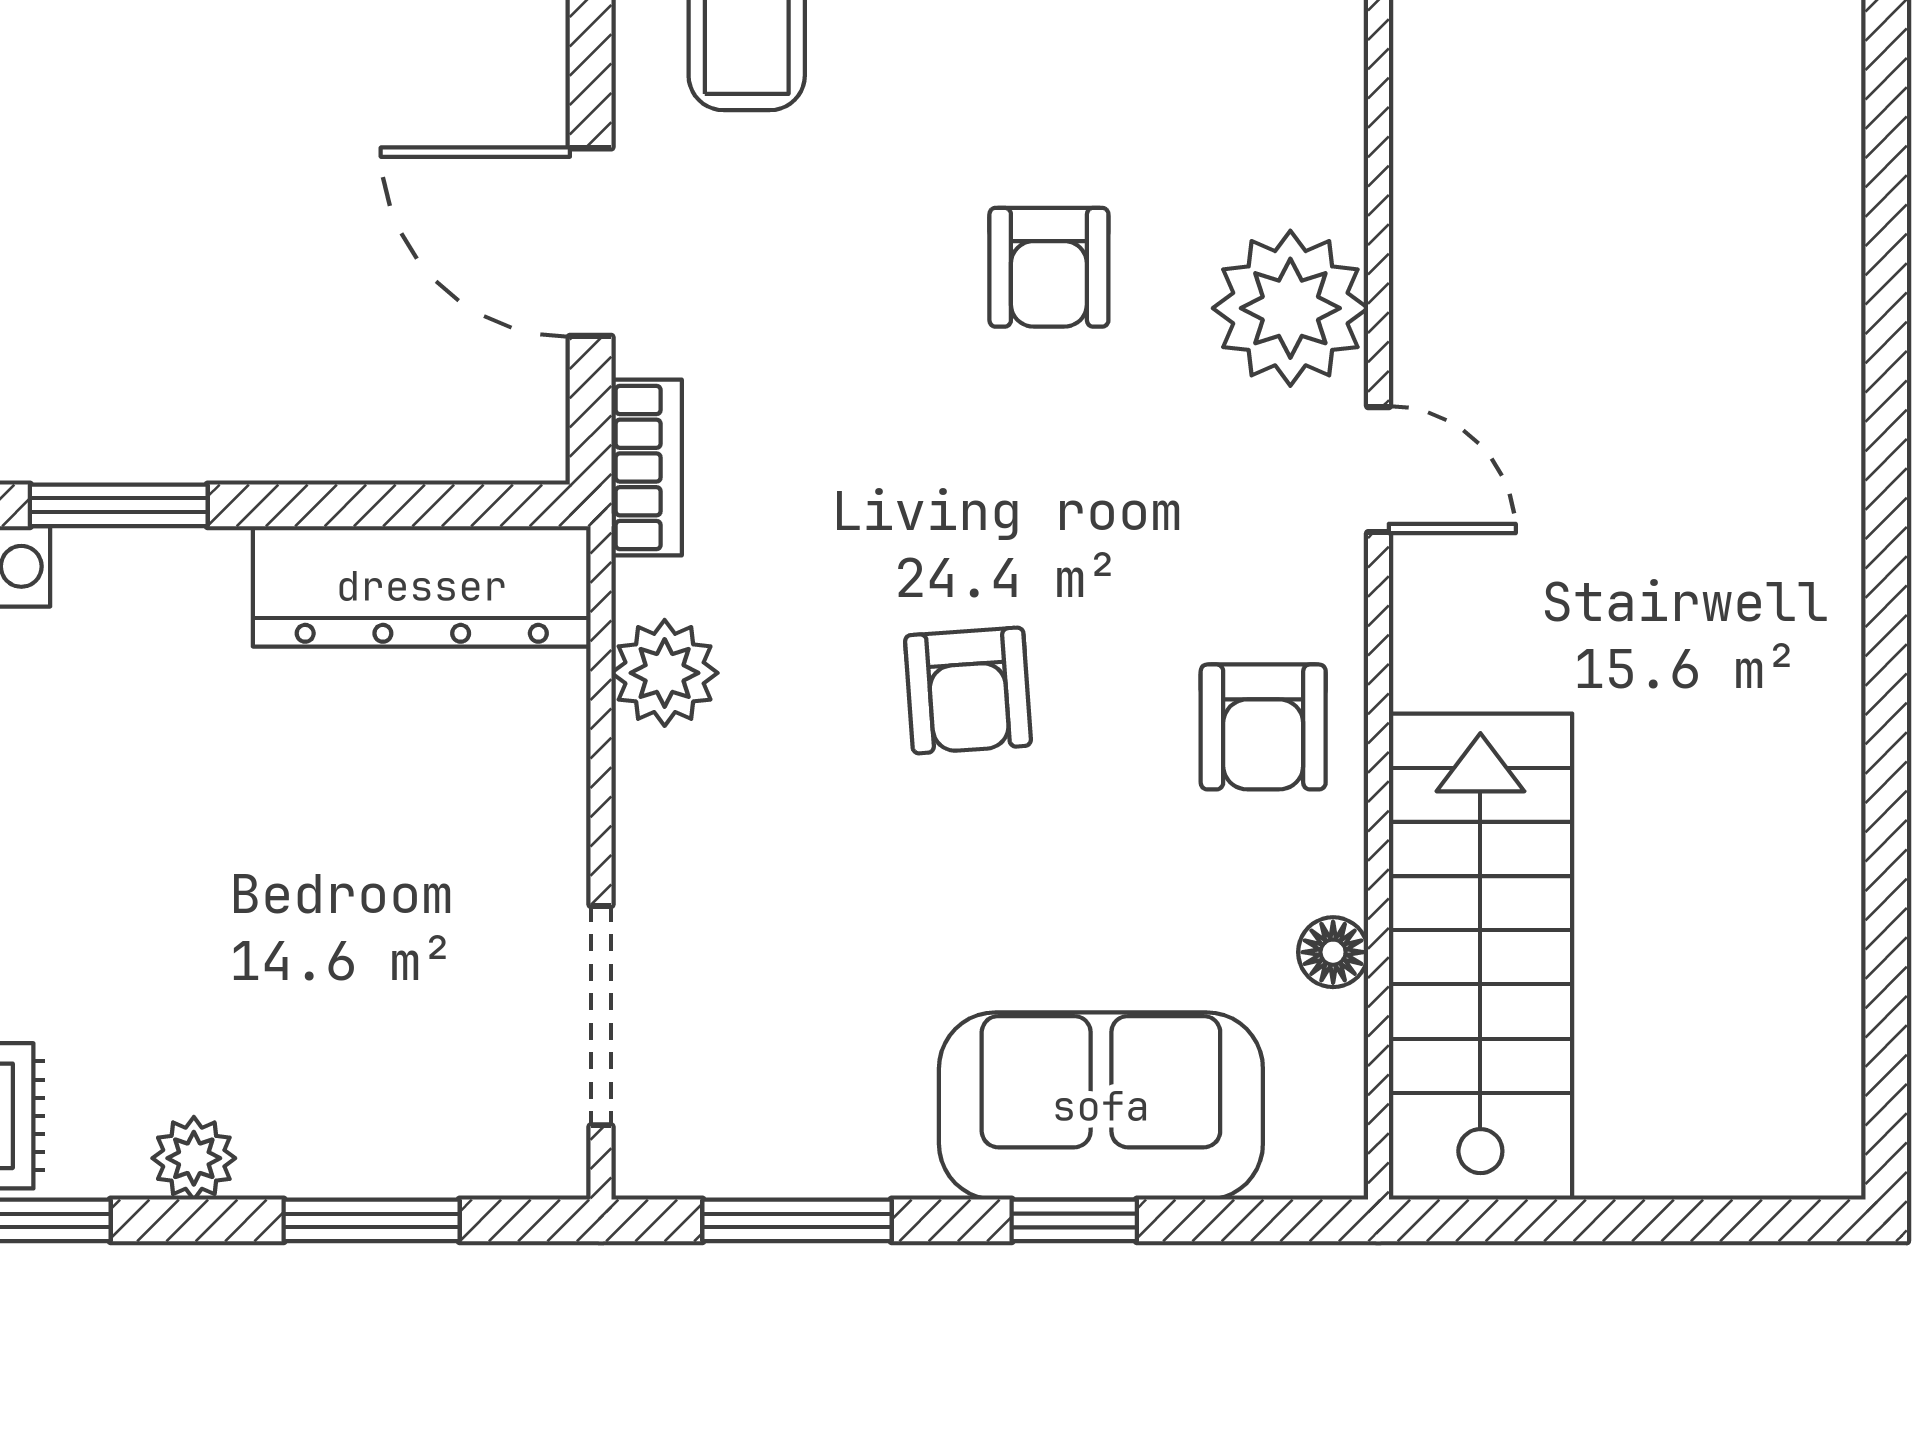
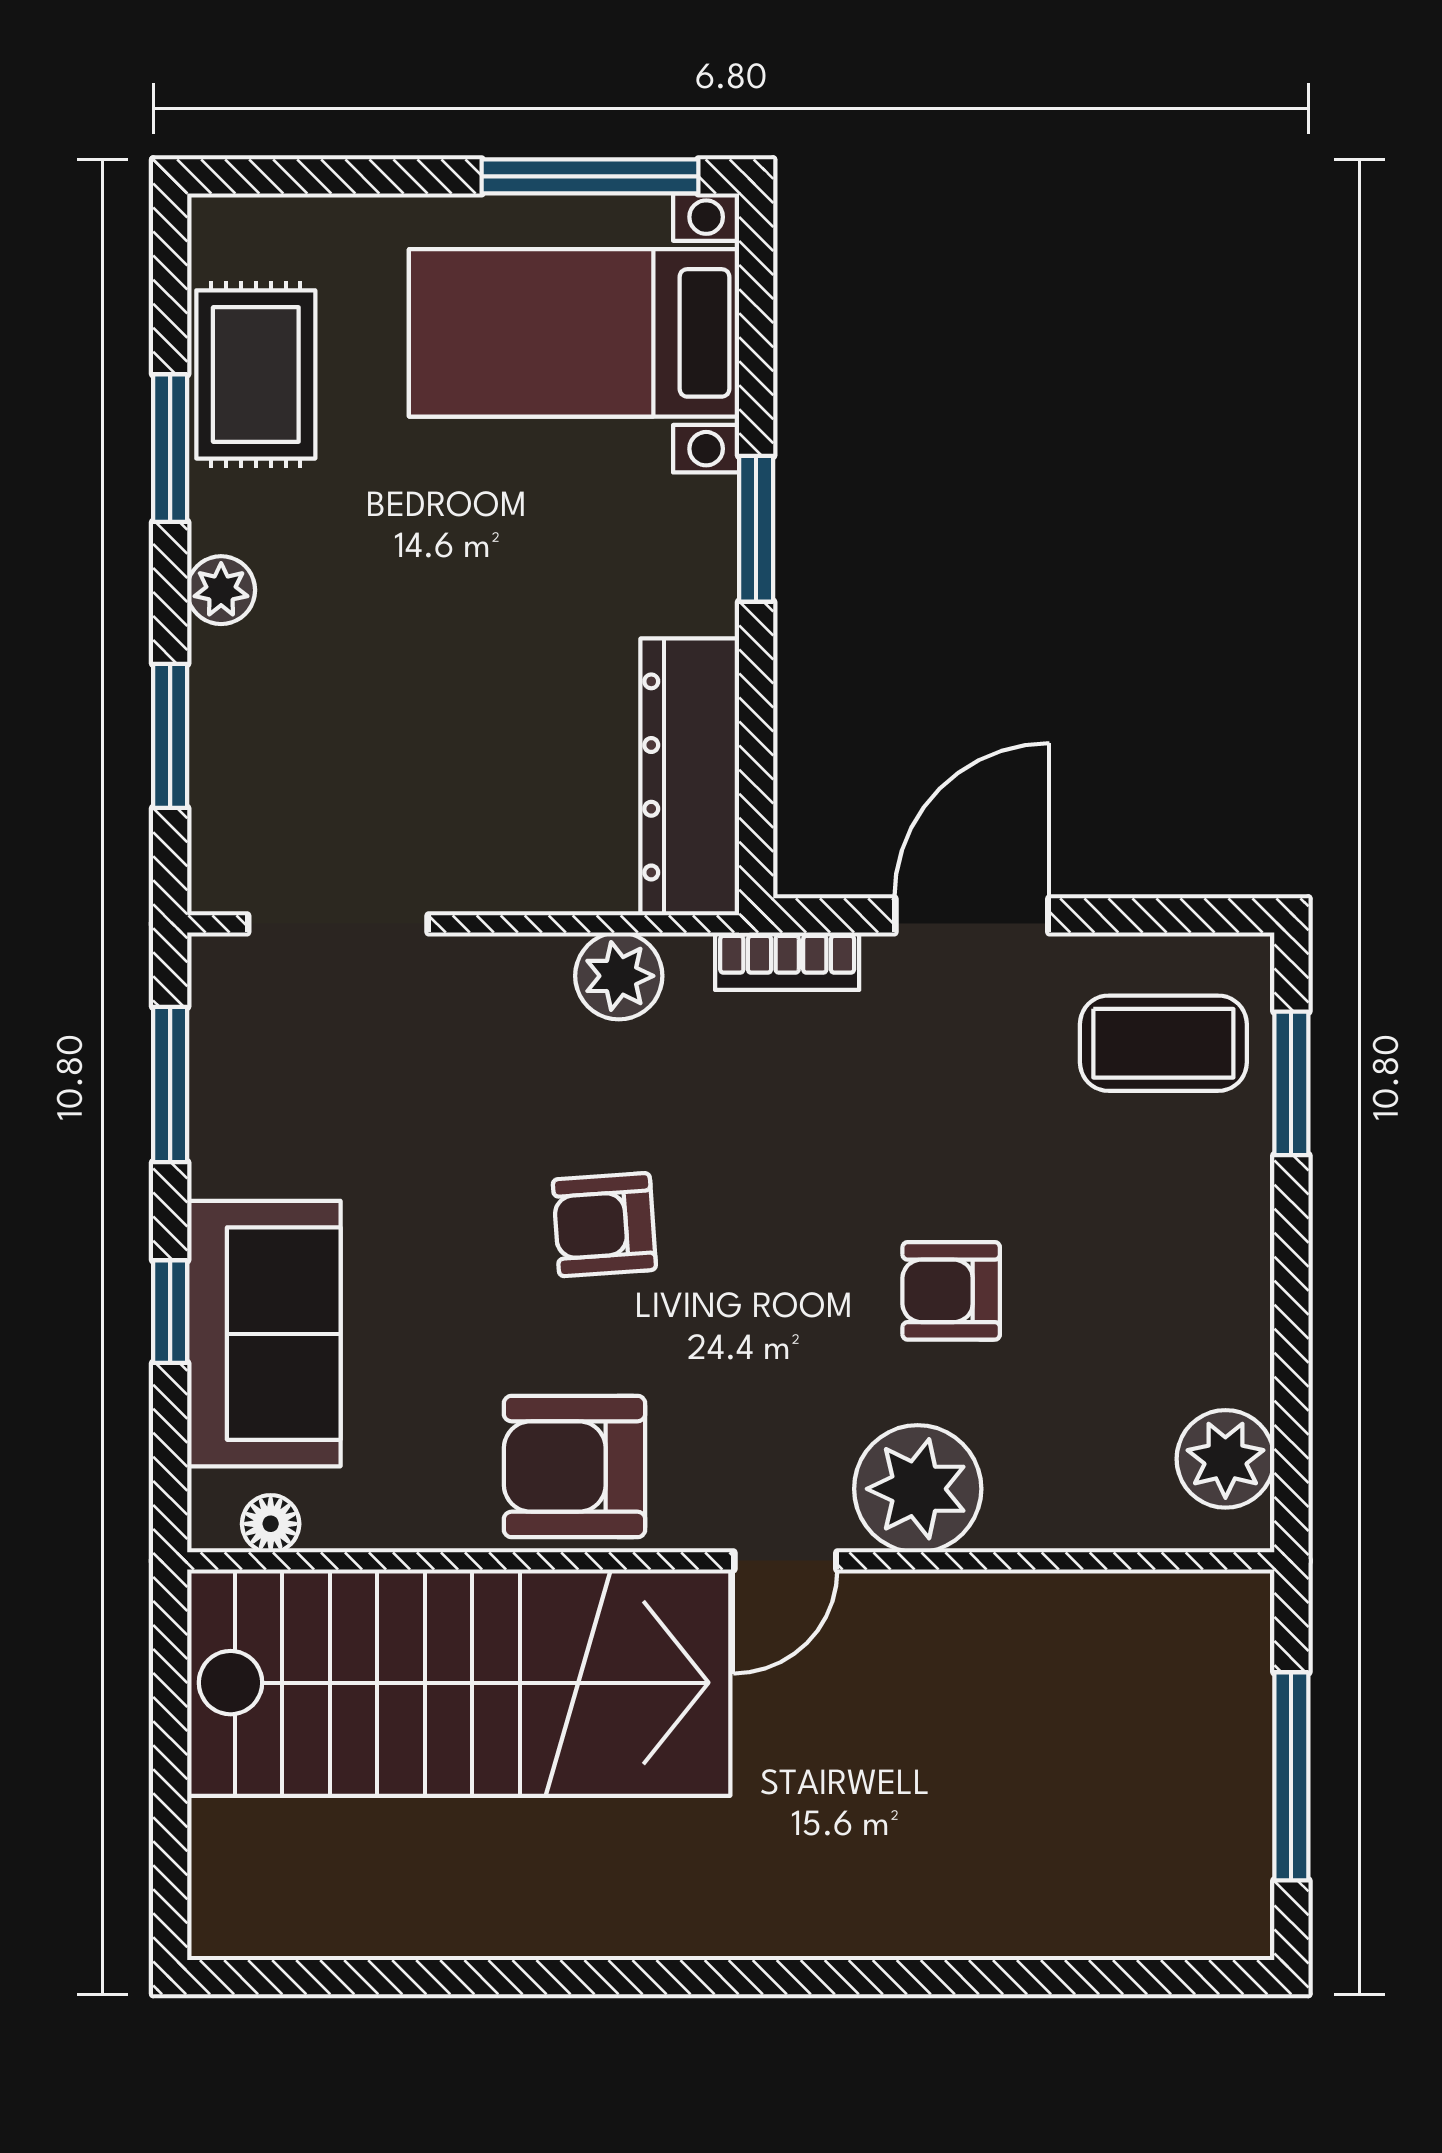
armchair: (1263, 727) -> (575, 1467), width x1.38, depth x1.38
floor lamp: (1333, 952) -> (271, 1524), moved
stairs: (1480, 957) -> (459, 1683), width x1.36, depth x1.51

